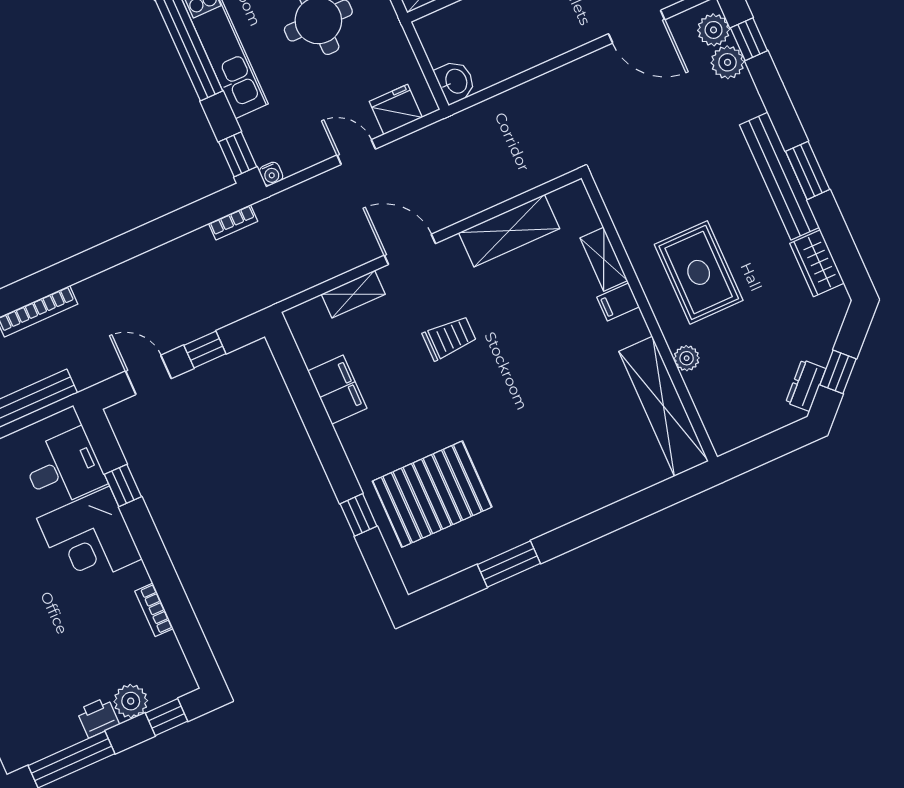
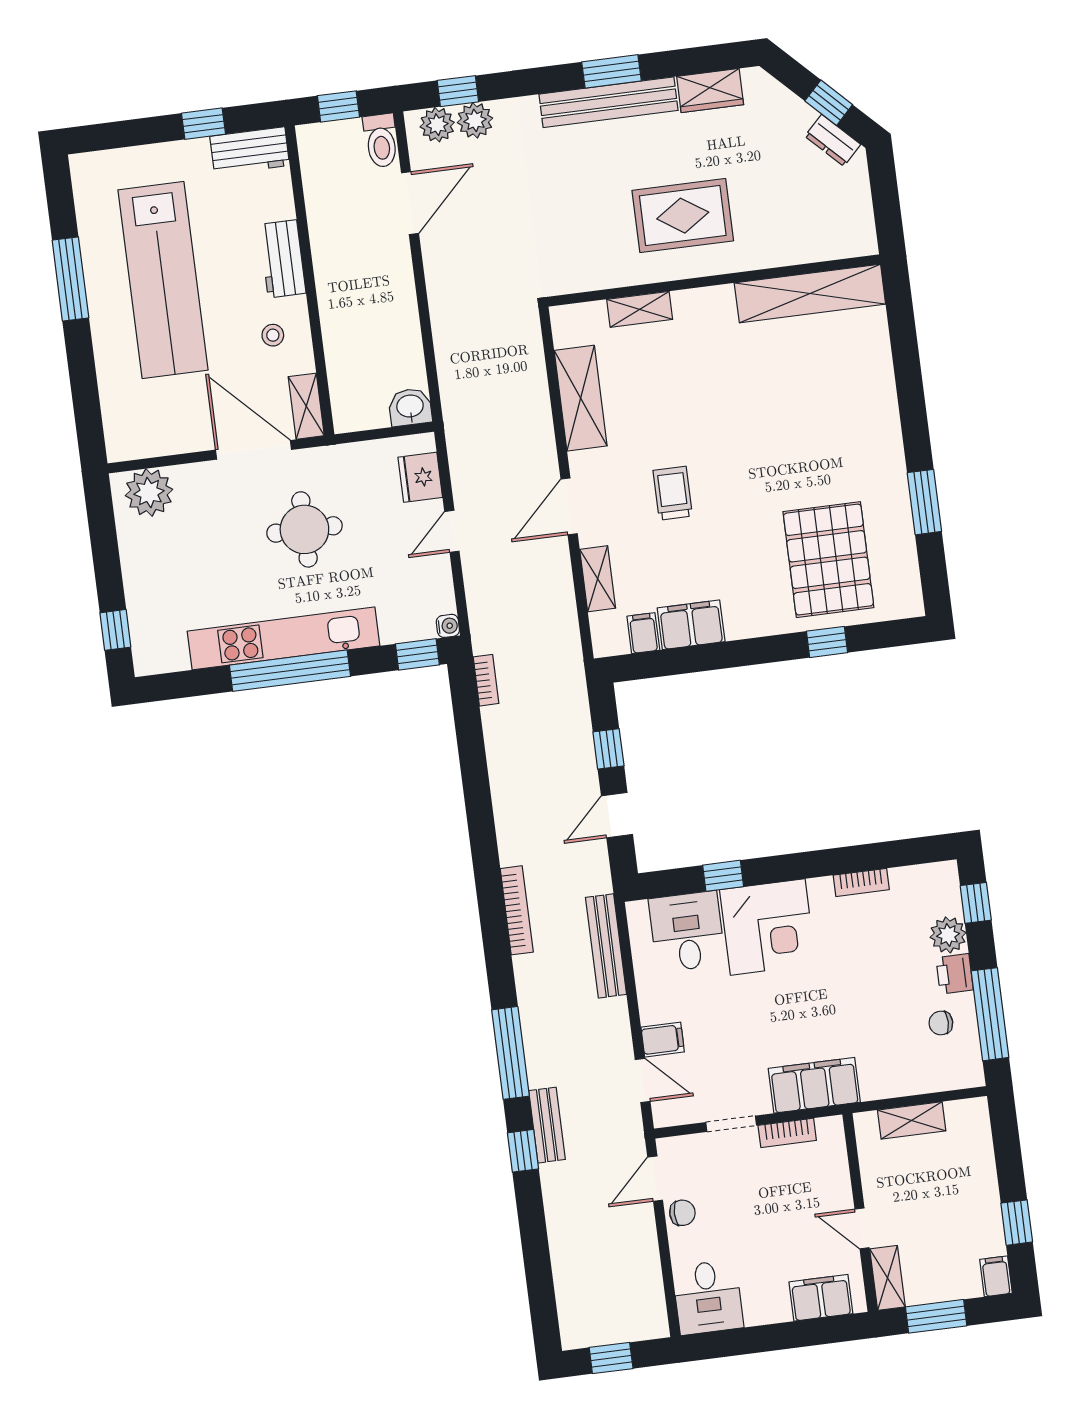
filing cabinet: (618, 302) -> (643, 633), moved, turned 180
plant: (687, 358) -> (767, 255), removed
chair: (51, 718) -> (941, 1023), added

